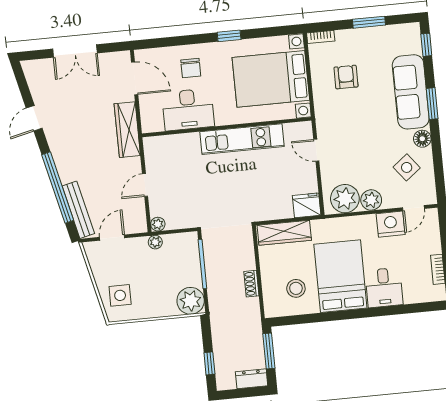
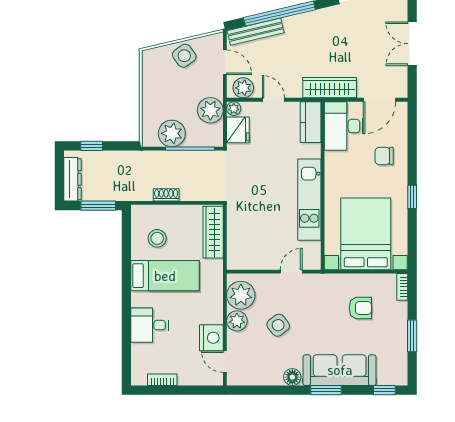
desk: (188, 110) -> (344, 126), moved
kitchen counter: (164, 145) -> (311, 122), added
side table: (407, 167) -> (278, 325), moved
fridge: (307, 205) -> (238, 130), moved
plant: (136, 217) -> (243, 88), added
plant: (155, 242) -> (210, 110), width x1.88, depth x1.88
bed: (340, 276) -> (165, 276), width x0.67
side table: (120, 295) -> (184, 56), moved, turned -36
plant: (191, 301) -> (172, 133), moved
dresser: (252, 379) -> (72, 179), width x1.44

